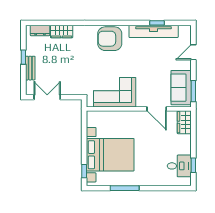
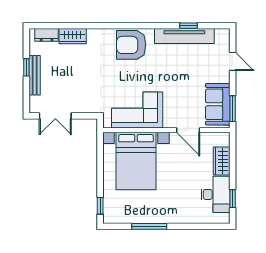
door: (193, 52) -> (233, 61), swing flipped
bench: (30, 68) -> (35, 75), width x1.36
double door: (47, 97) -> (55, 116), swing flipped
wardrobe: (184, 122) -> (222, 161), moved
bed with nightstands: (110, 155) -> (136, 161), moved, turned 90
desk: (179, 166) -> (215, 194), width x1.37

